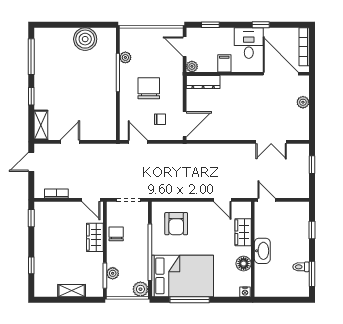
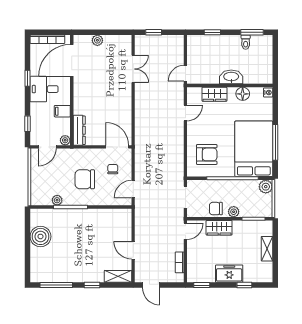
freezer: (44, 249) -> (229, 274), added
plant: (113, 273) -> (234, 212), moved

